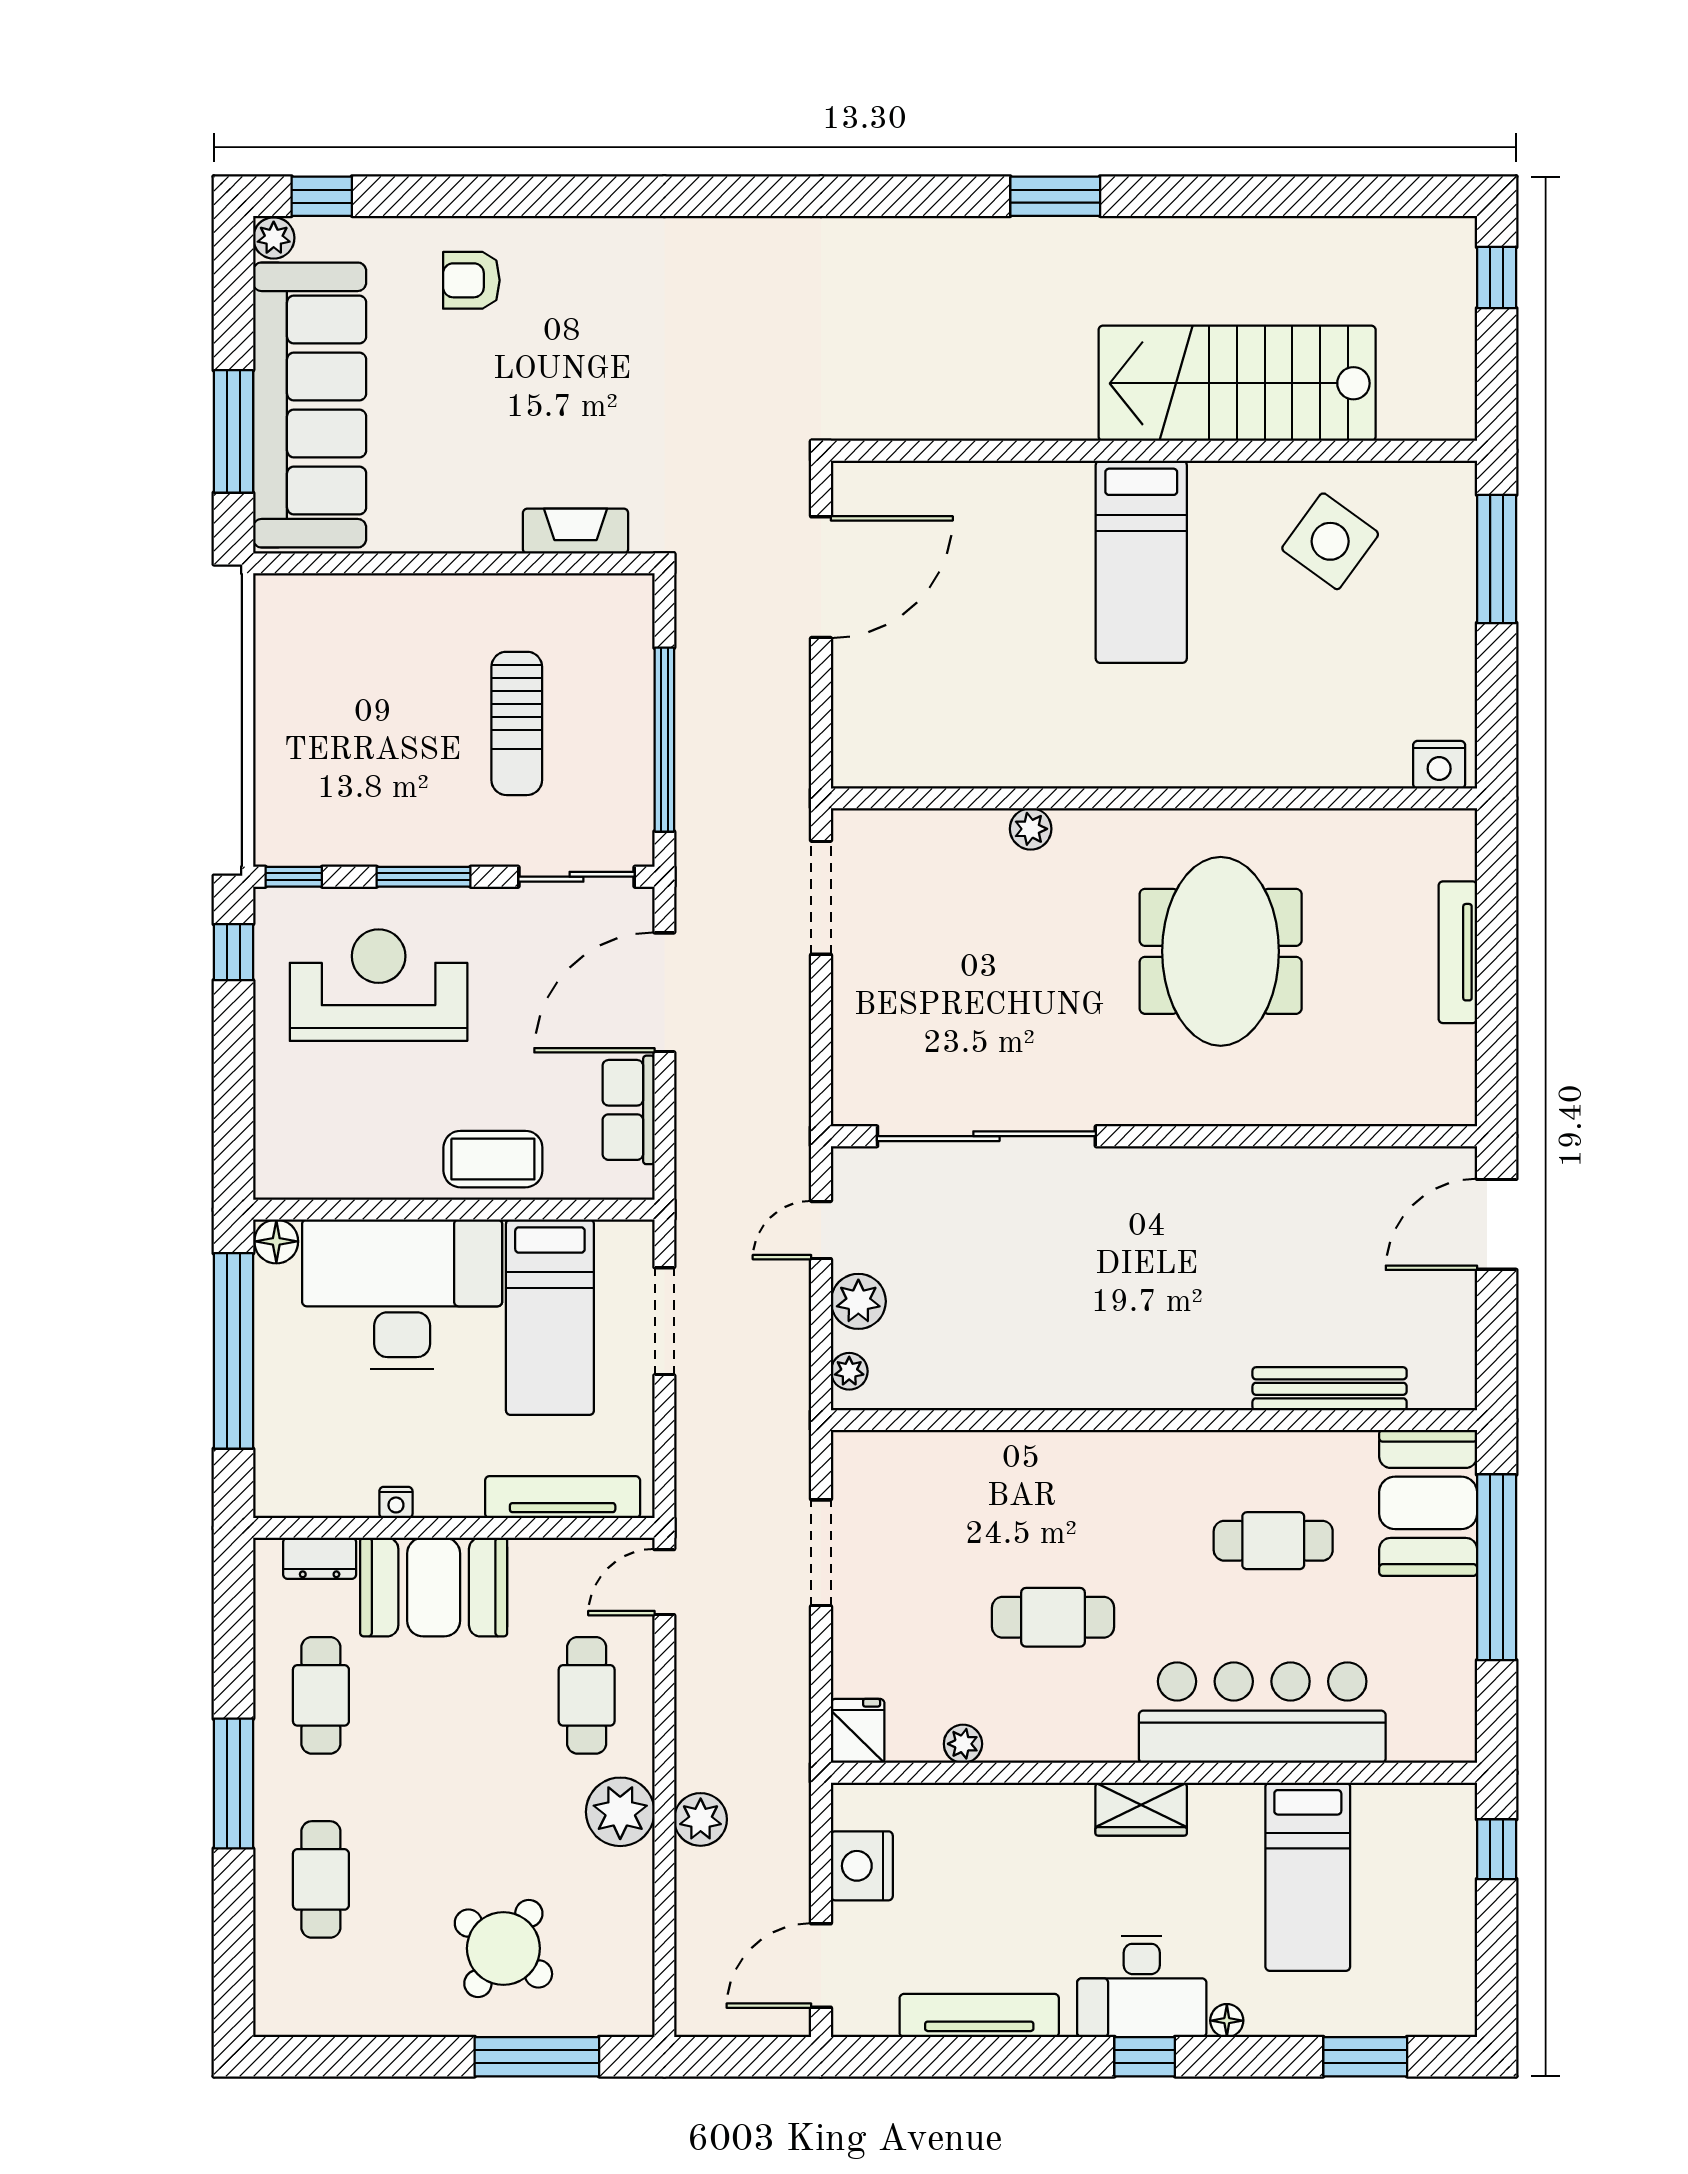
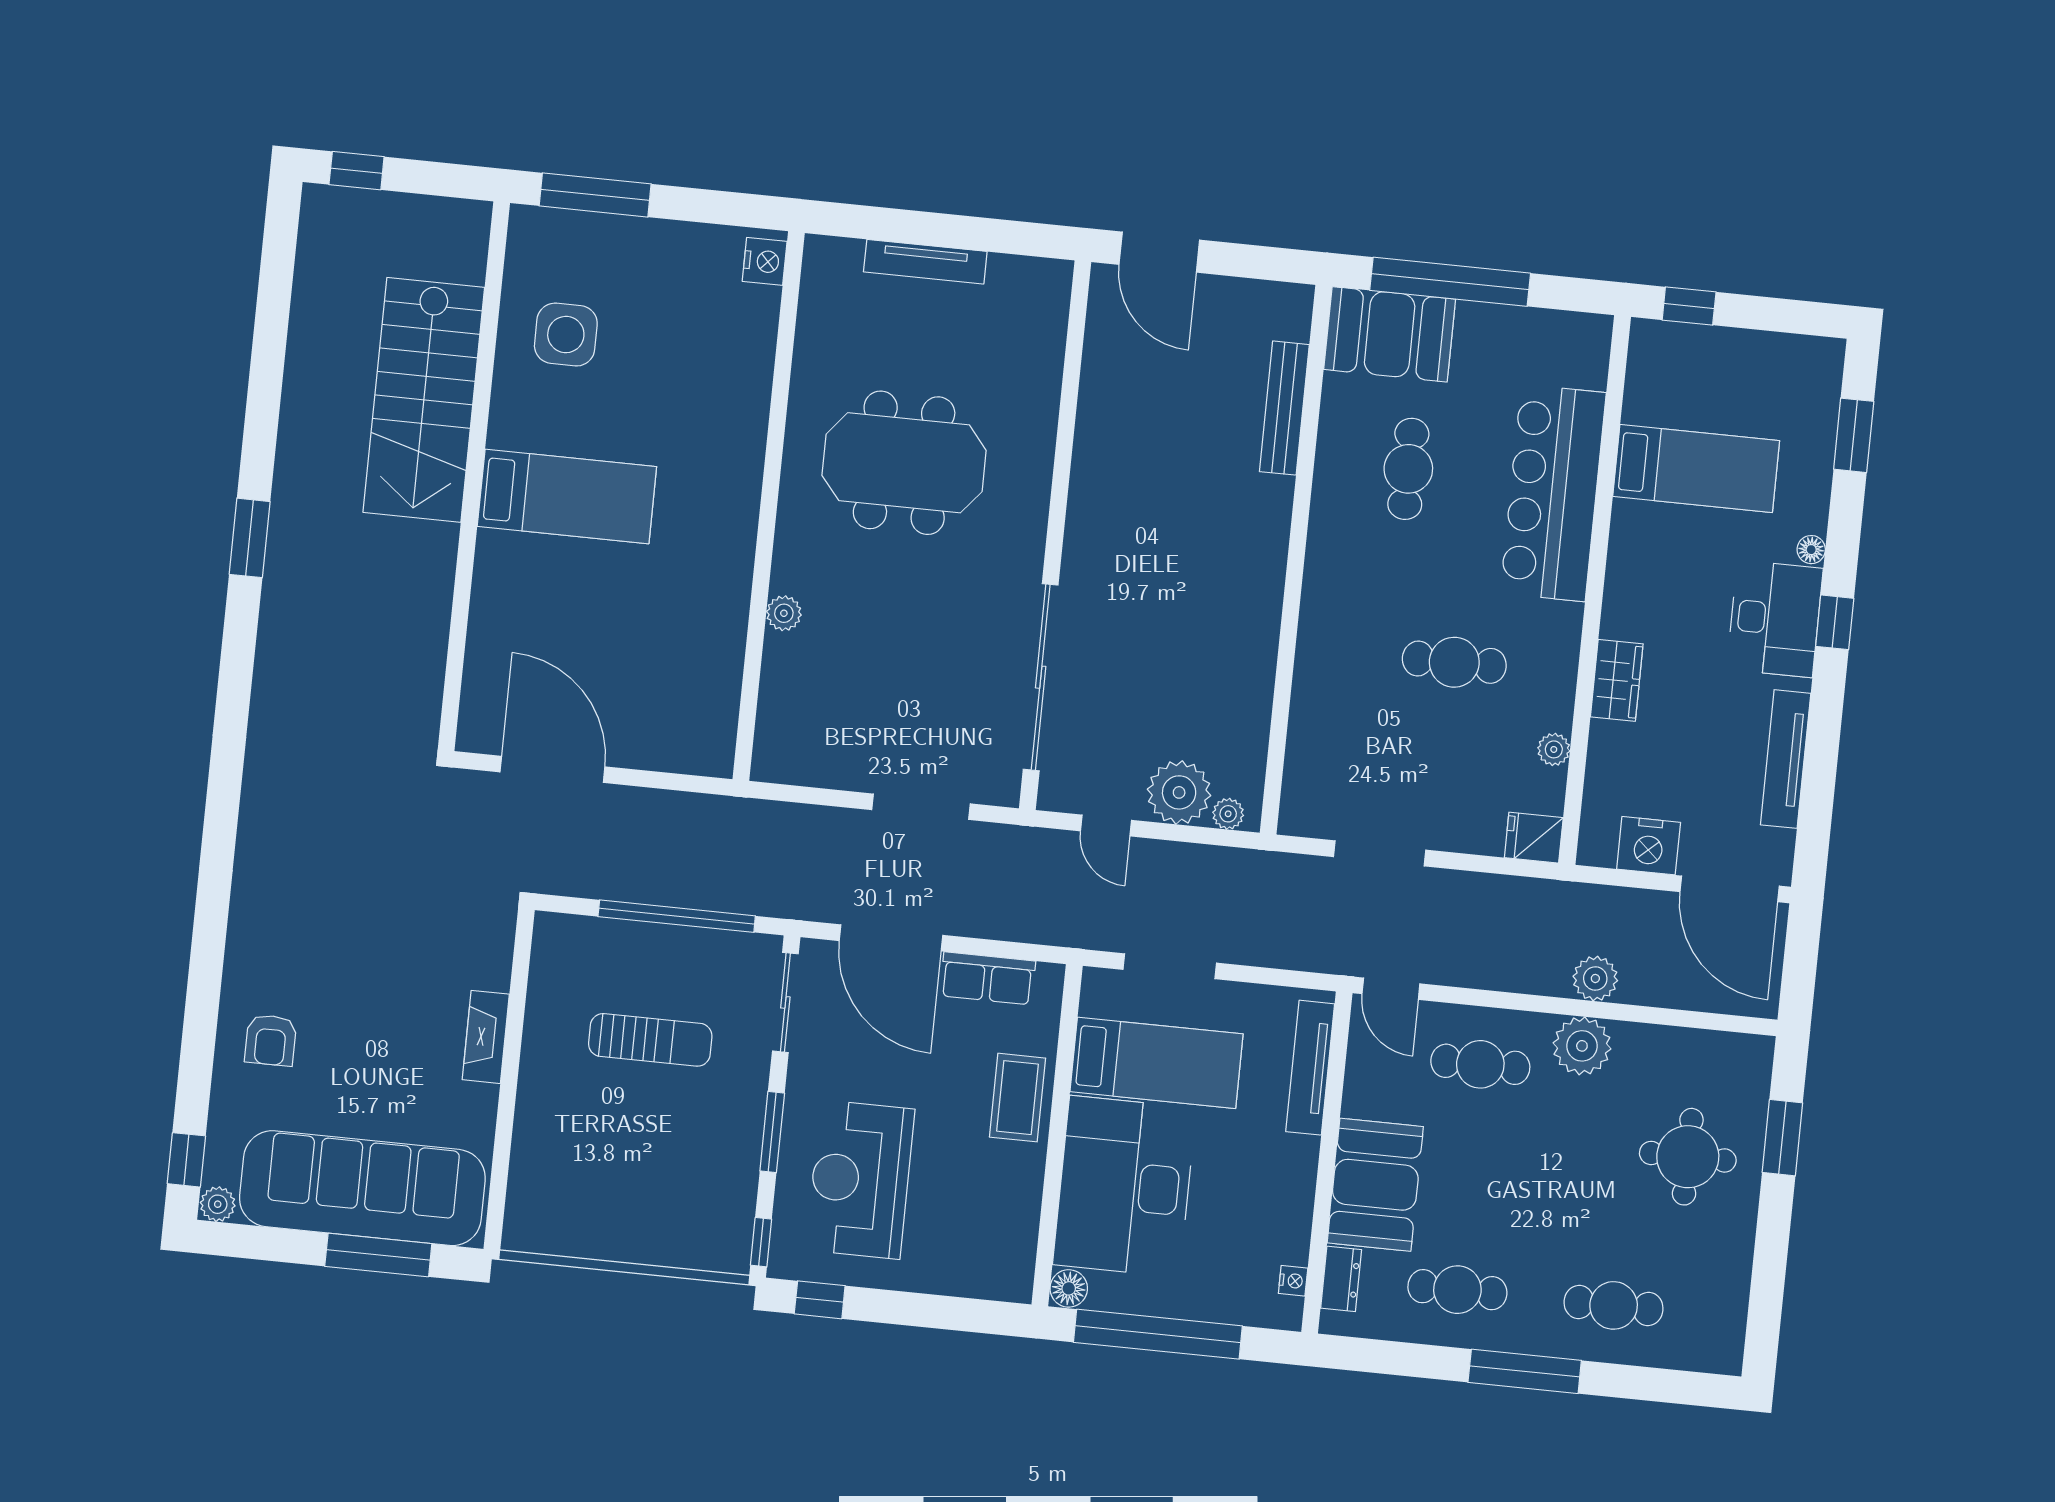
fireplace: (576, 531) -> (486, 1037), moved
side table: (1330, 541) -> (566, 335), turned -36
doorway: (821, 898) -> (921, 807), moved
plant: (858, 1301) -> (1179, 792), width x1.36, depth x1.36
nightstand: (396, 1502) -> (1293, 1281), moved
cafe table: (1053, 1617) -> (1454, 662), turned 90
wardrobe: (1141, 1809) -> (1617, 680), moved
round table: (503, 1948) -> (1688, 1157), turned -36
door: (821, 1966) -> (1730, 889), width x1.36
window: (537, 2057) -> (1782, 1138), width x0.69

